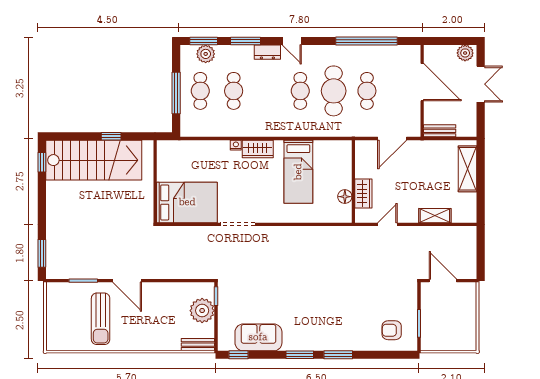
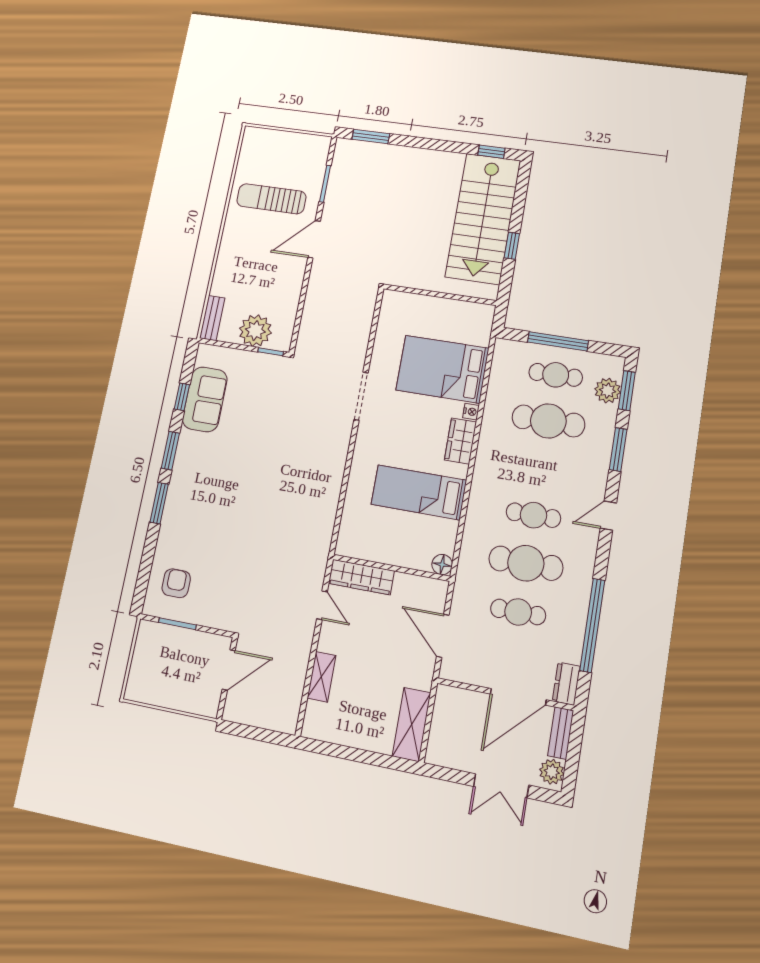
dresser: (267, 52) -> (566, 684), moved
cafe table: (234, 91) -> (548, 421), width x1.37, depth x1.35
bench: (440, 131) -> (561, 733), moved
shelving: (468, 169) -> (412, 724), moved, turned 90
wardrobe: (363, 194) -> (361, 577), width x1.50
floor lamp: (345, 197) -> (442, 565), moved
bed: (187, 202) -> (442, 369), moved, turned 90
window: (238, 355) -> (182, 397), moved

